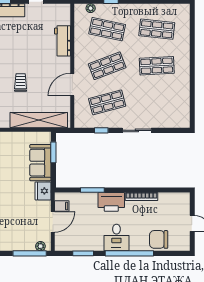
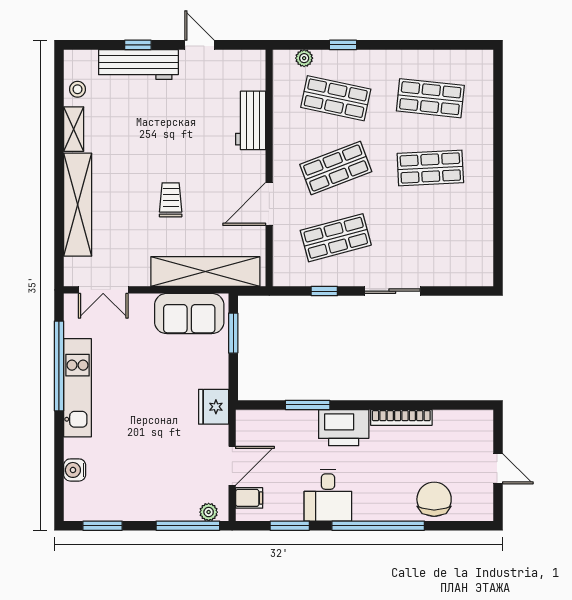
sofa: (40, 163) -> (189, 314), moved, turned -90
filing cabinet: (62, 206) -> (249, 498), moved
desk: (116, 237) -> (328, 495), moved
chair: (159, 239) -> (434, 499), turned 90

